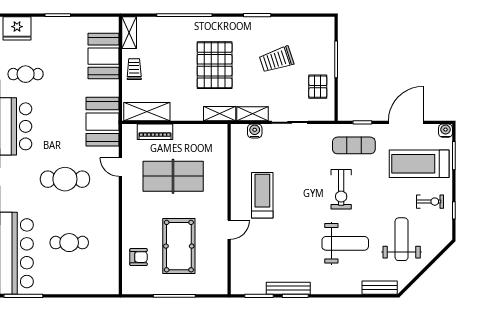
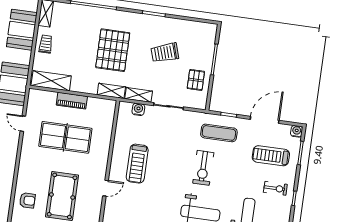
piano: (155, 132) -> (72, 101), moved
treadmill: (419, 164) -> (271, 156), width x0.73, depth x0.73
treadmill: (262, 195) -> (137, 164), turned 180

